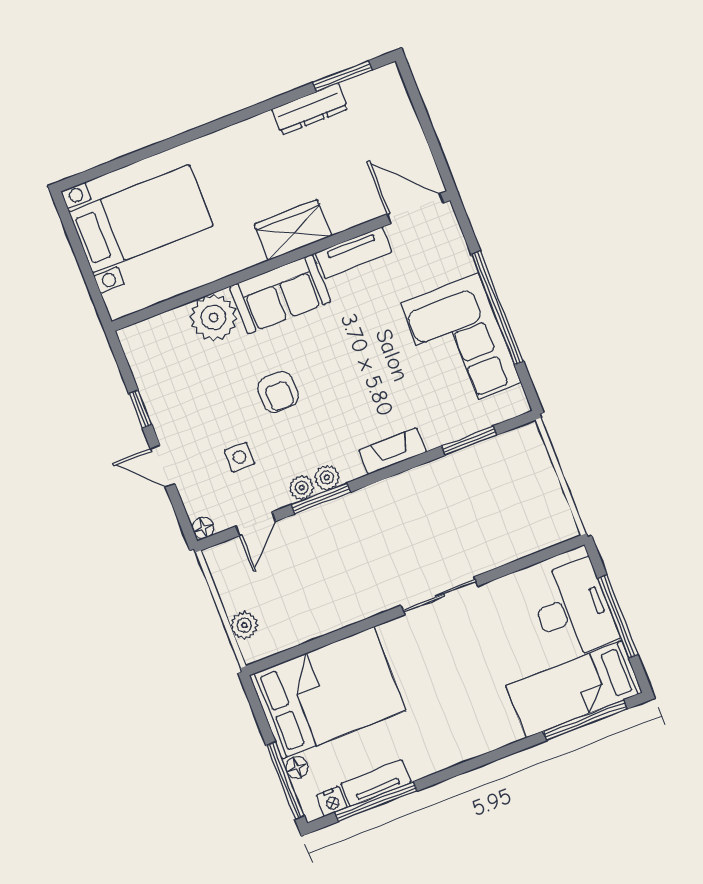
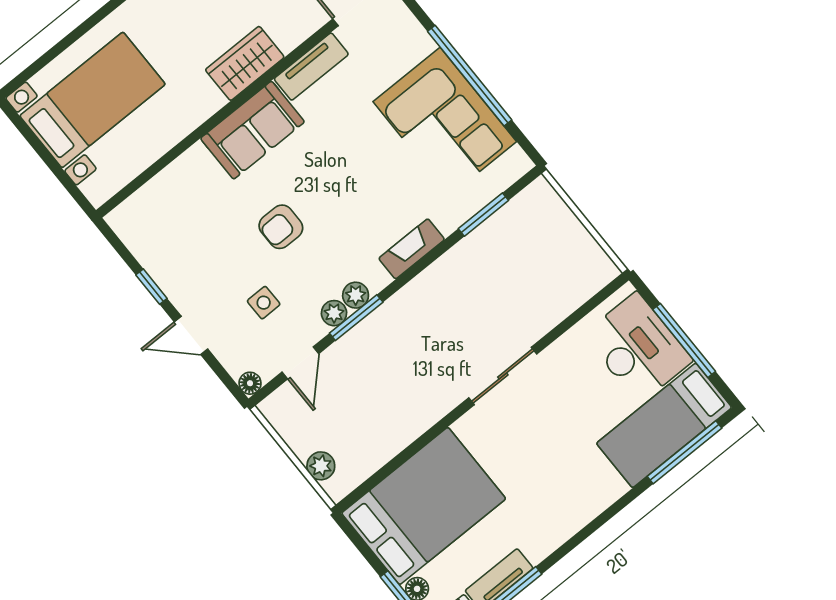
plant: (213, 317) -> (194, 174), removed
armchair: (278, 392) -> (281, 227), turned 90

